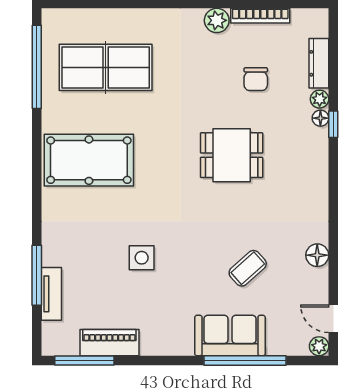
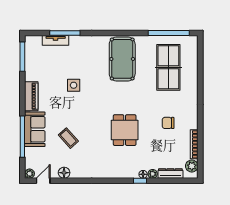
plant: (217, 20) -> (192, 166), moved
chair: (256, 79) -> (168, 123), moved
floor lamp: (317, 255) -> (64, 173), moved
piano: (109, 343) -> (31, 96), moved

